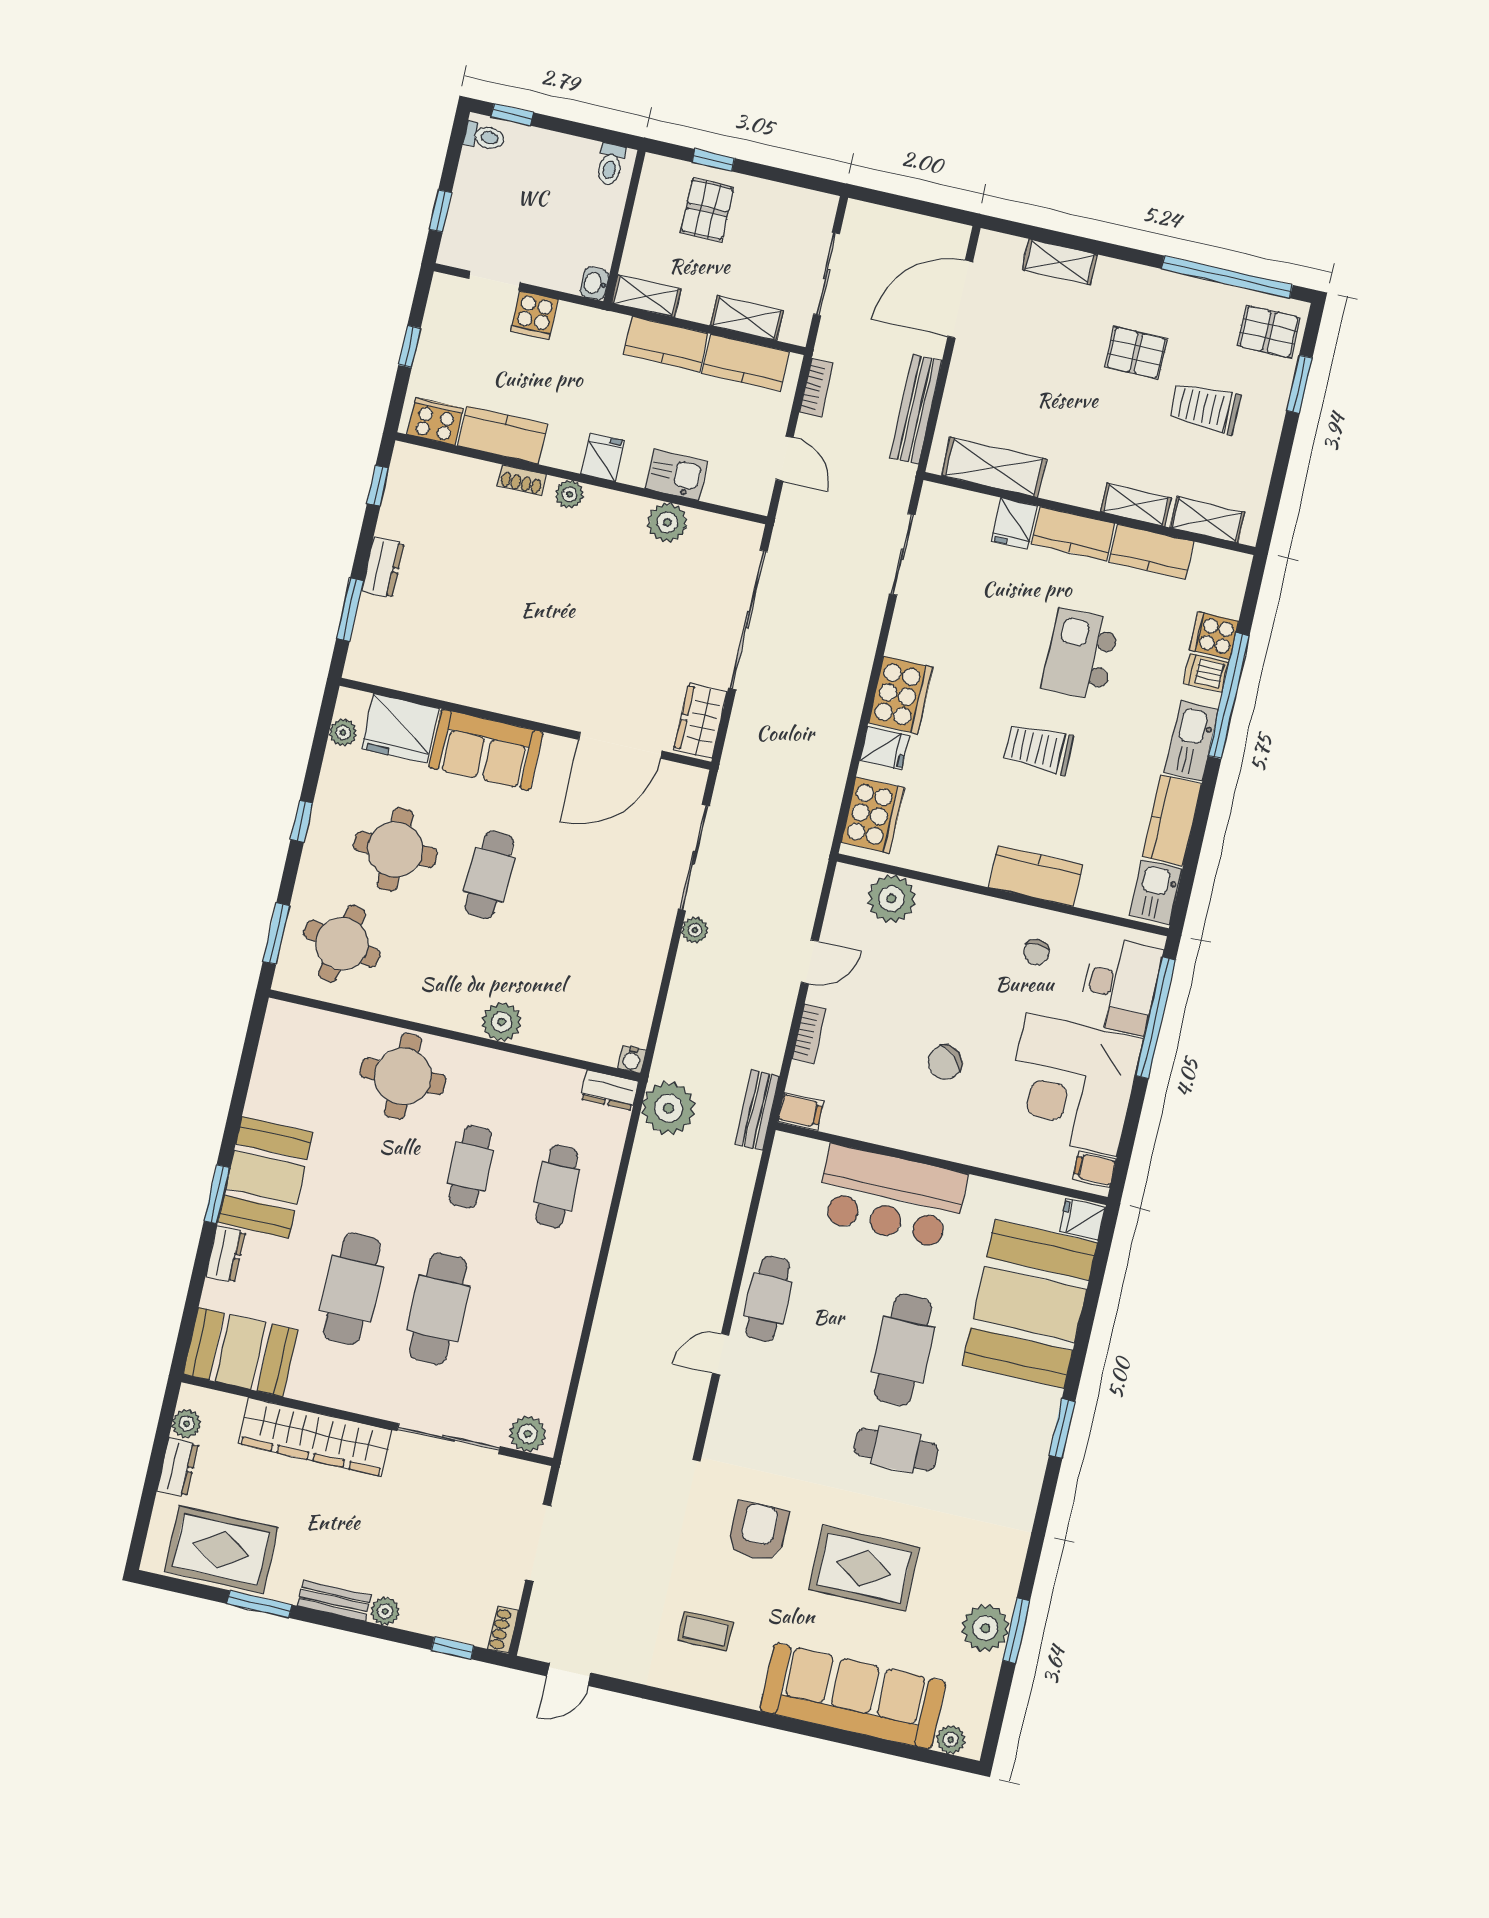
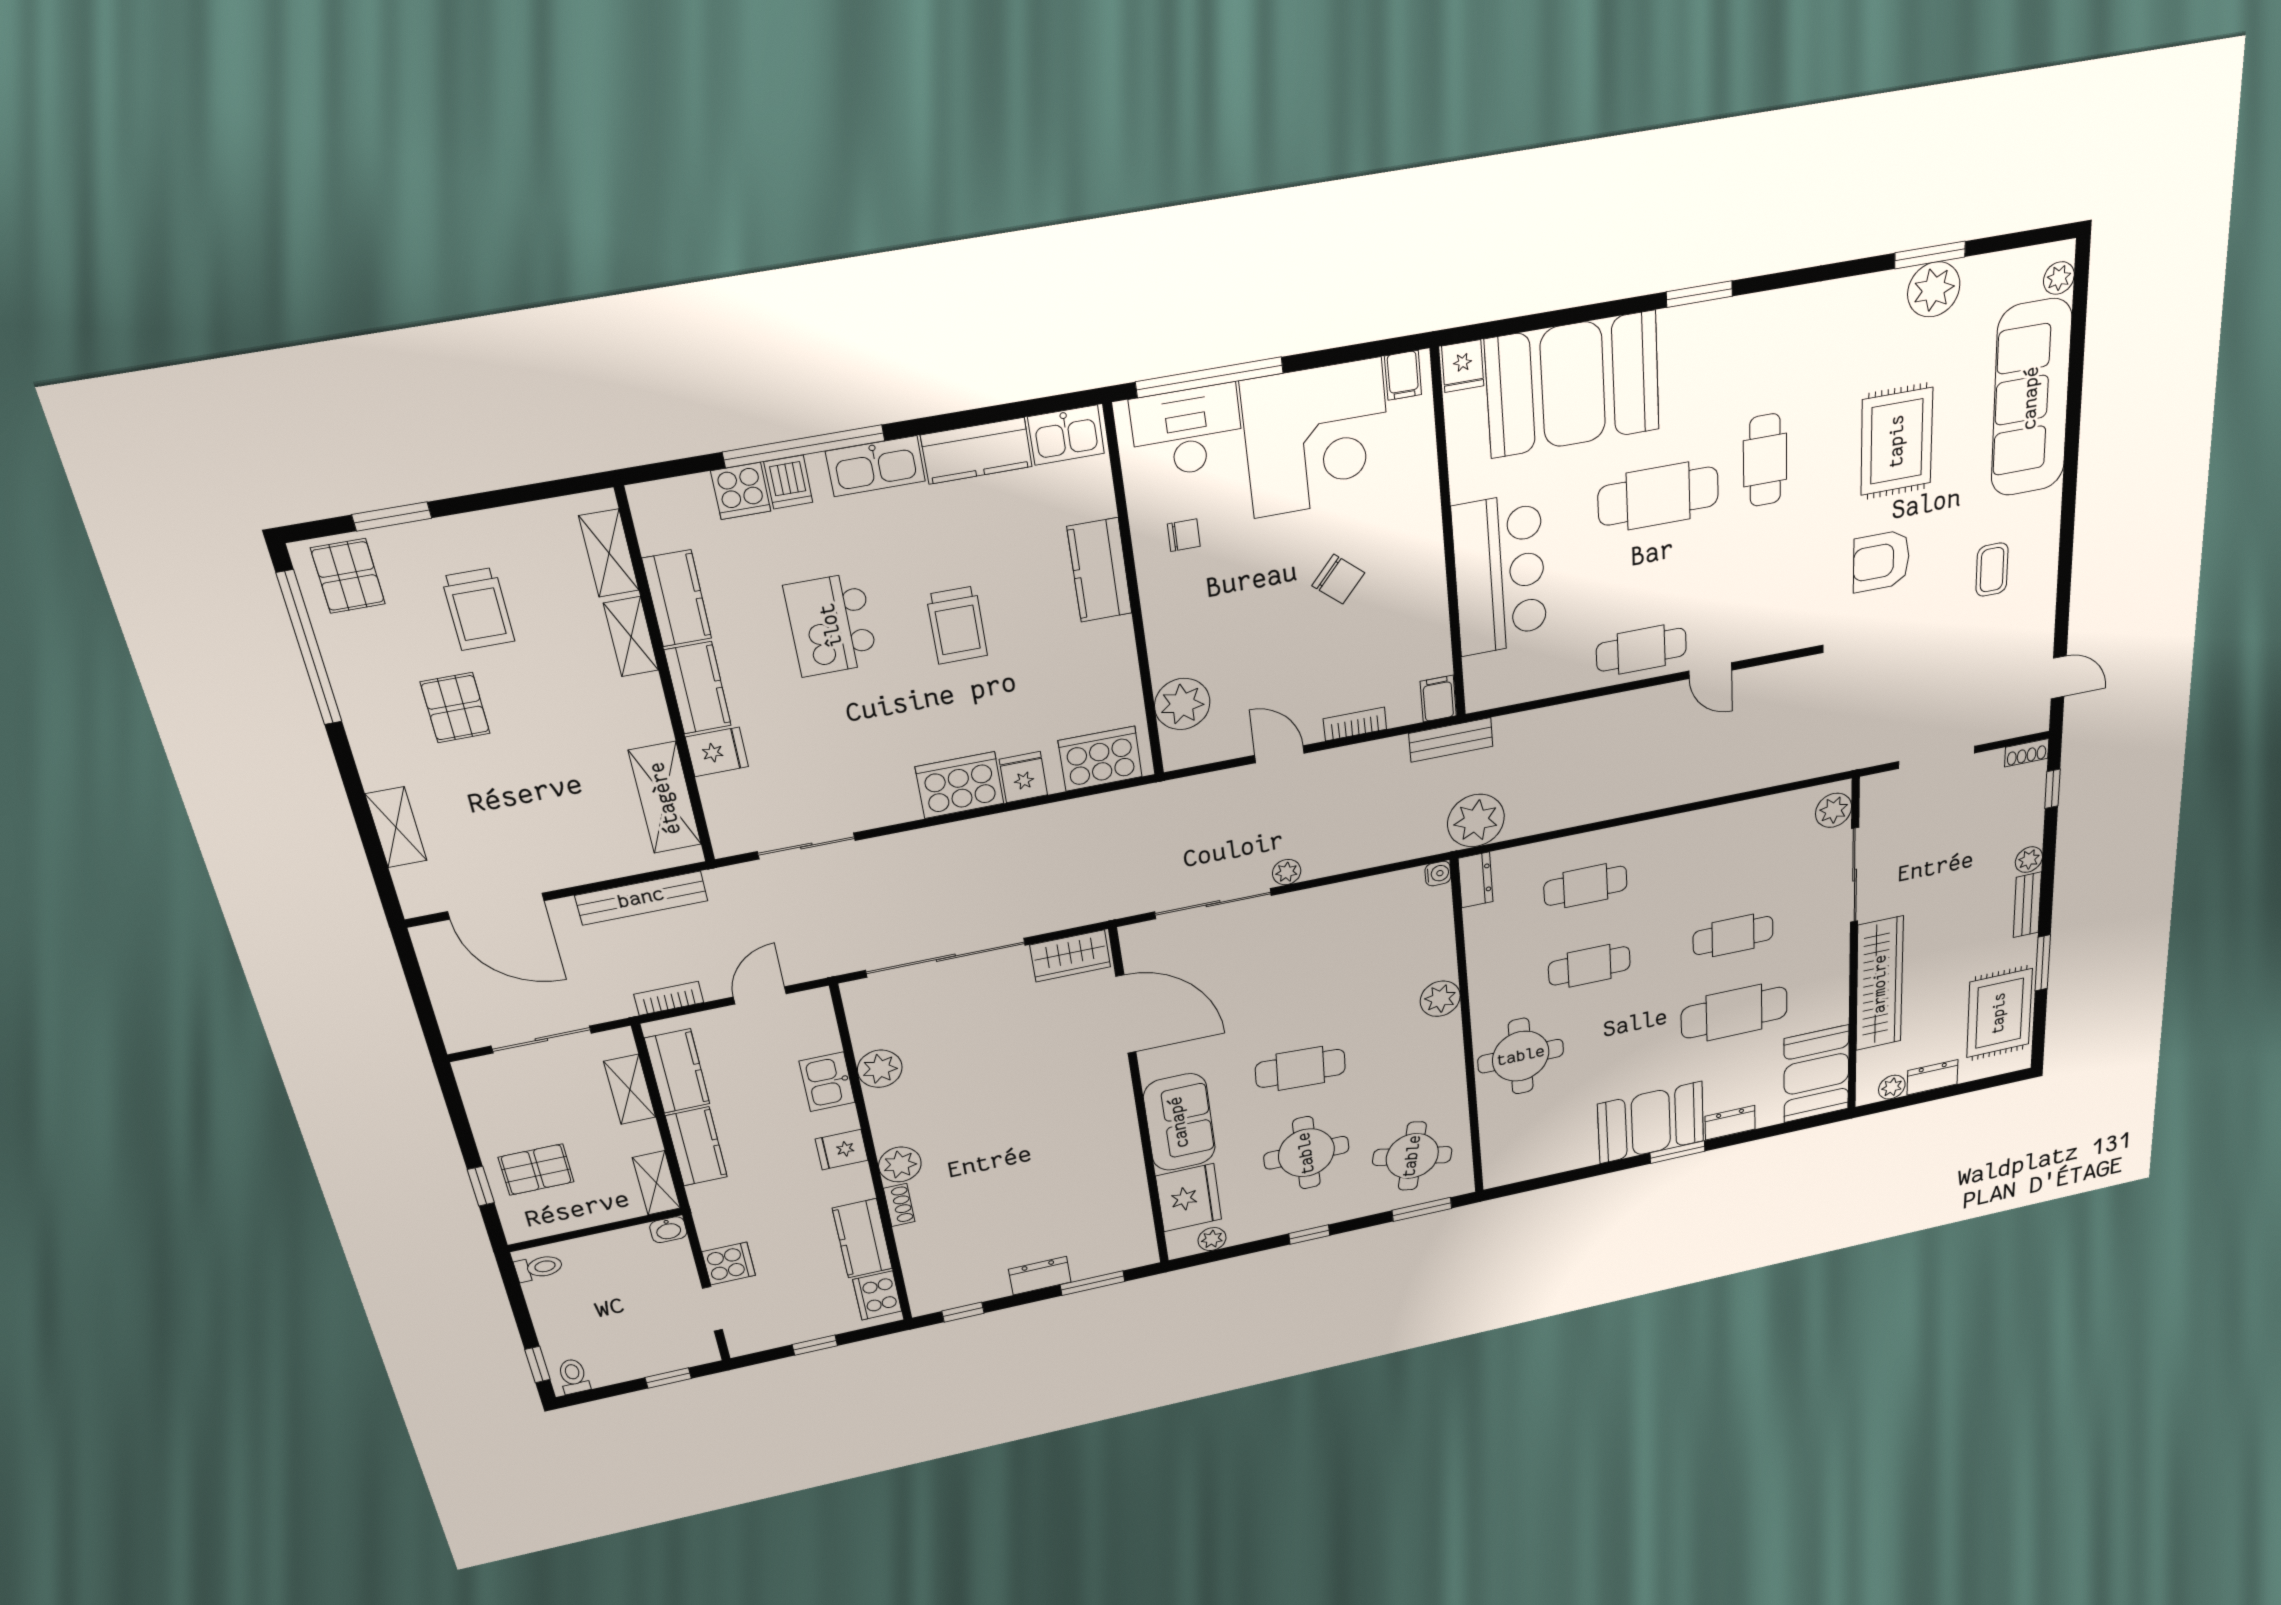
plant: (569, 494) -> (900, 1164), width x1.38, depth x1.38
kitchen island: (1081, 655) -> (831, 625), turned 90
cafe table: (438, 1308) -> (1733, 936), width x0.73, depth x0.74

